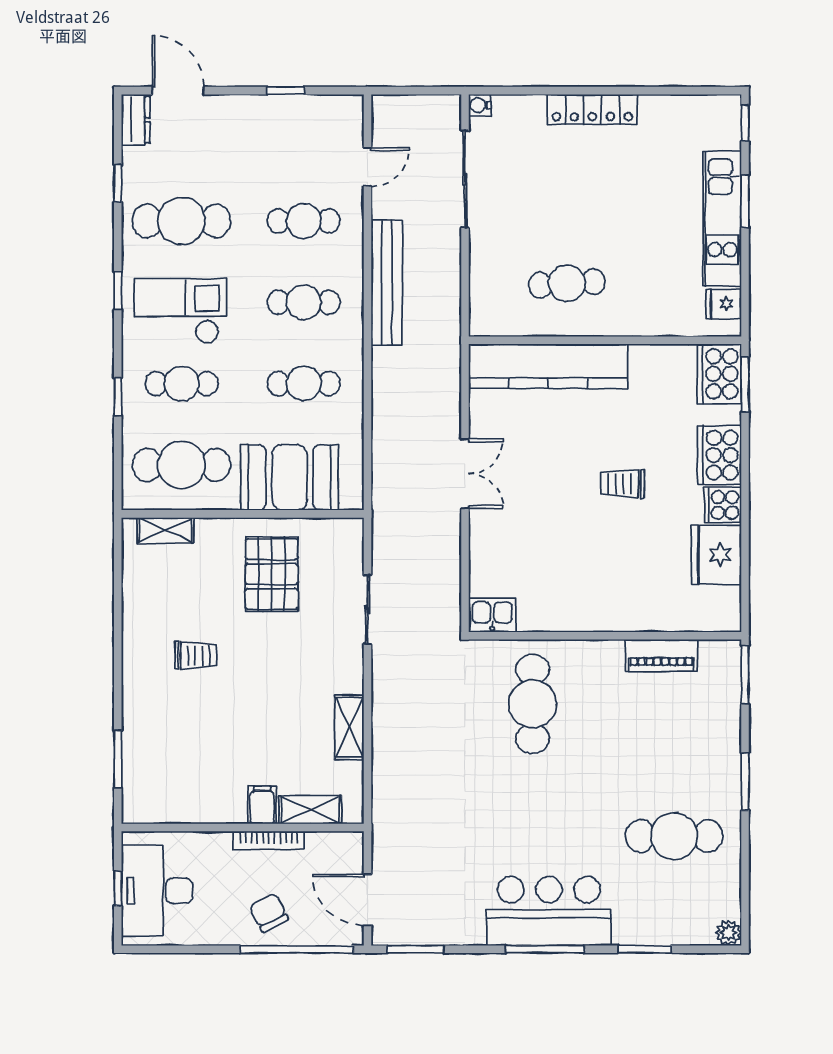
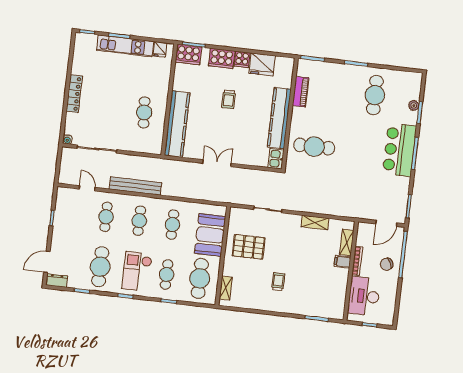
kitchen counter: (591, 611) -> (279, 118), added
desk: (157, 891) -> (364, 296), moved, turned 90
plant: (728, 933) -> (414, 105), moved

